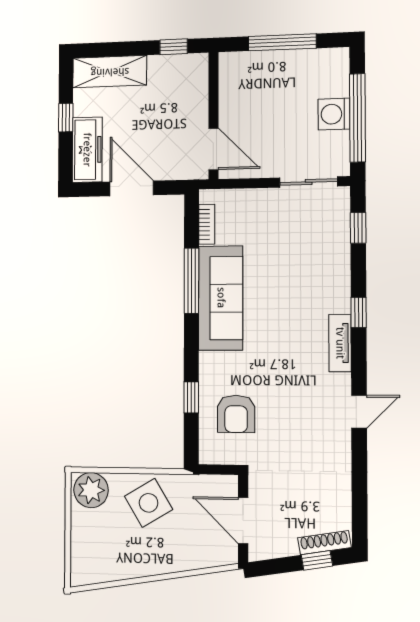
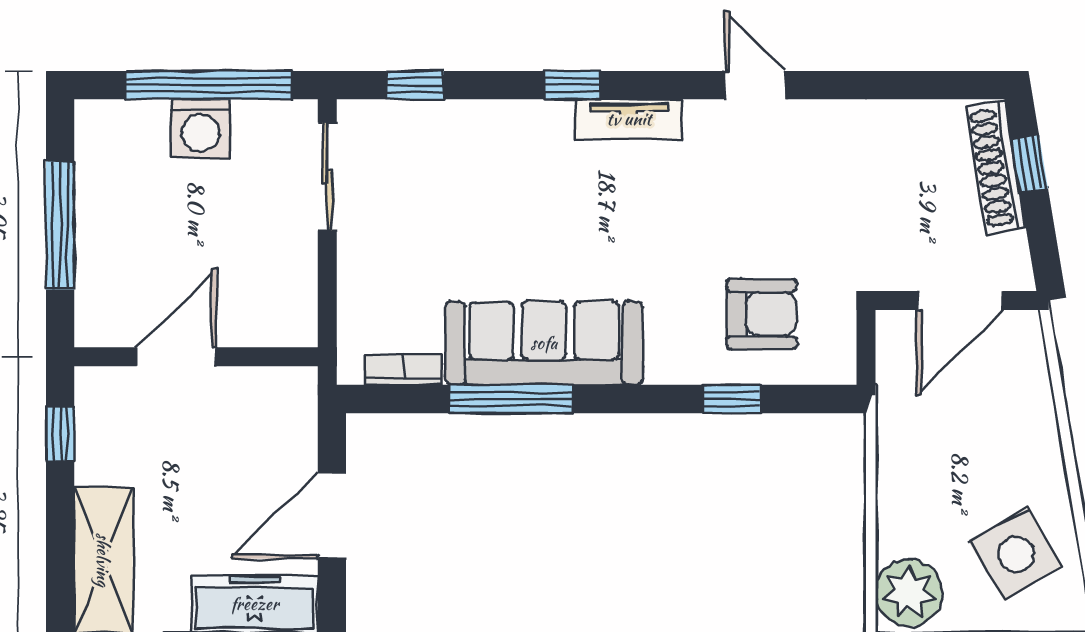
door: (213, 149) -> (176, 357), moved
side table: (149, 503) -> (1016, 554), moved
shoe rack: (324, 543) -> (996, 167), width x1.36, depth x1.24

